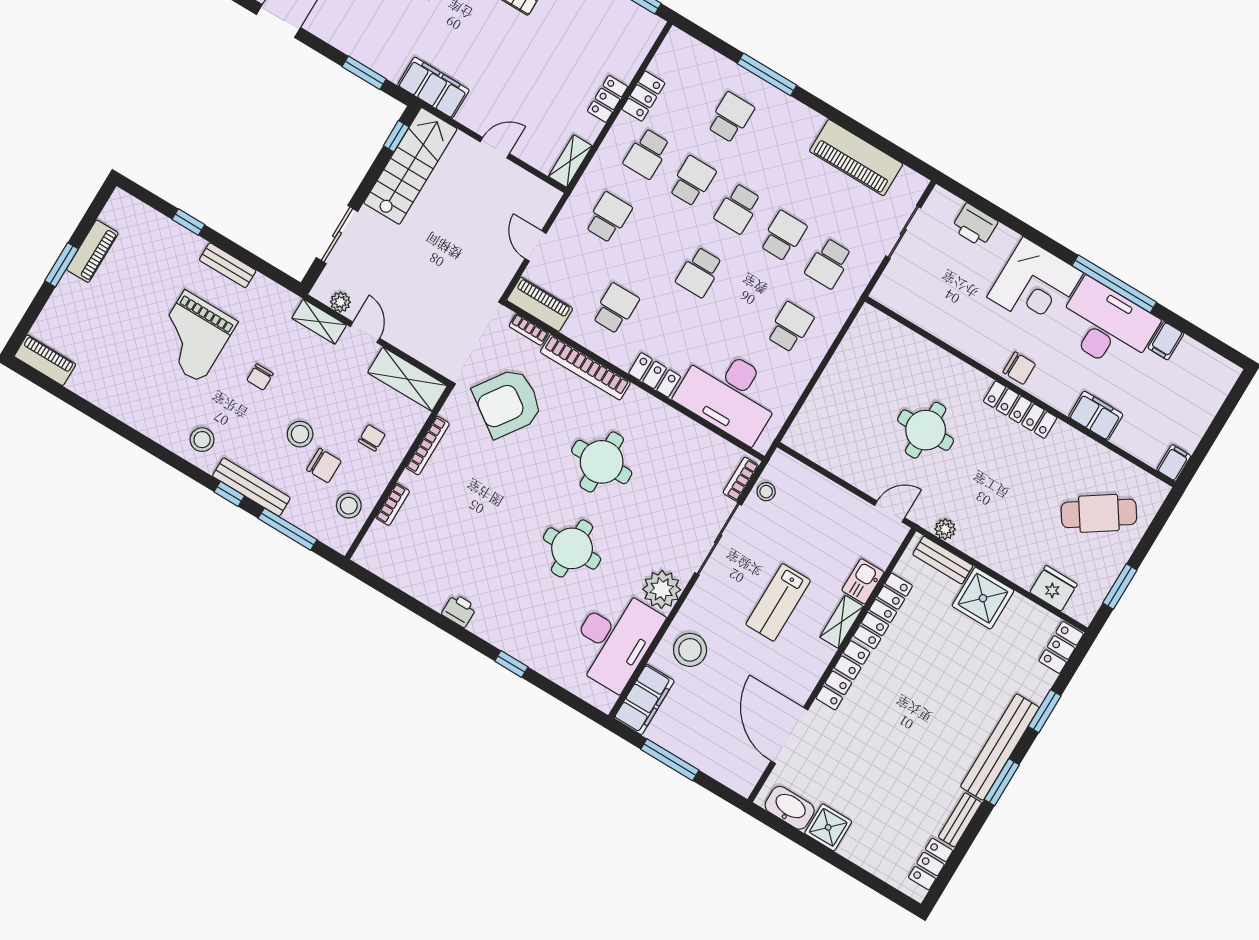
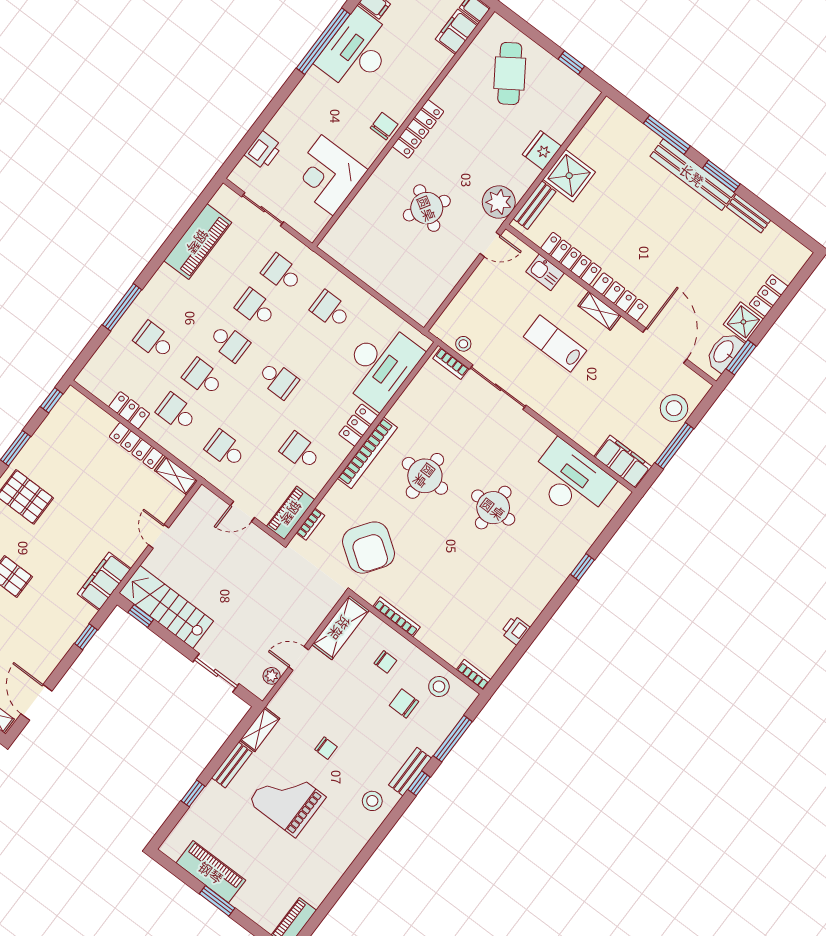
window: (364, 73) -> (86, 637), width x0.67
locker: (608, 99) -> (136, 446), width x1.53
school desk: (647, 154) -> (177, 412), turned 180
piano: (92, 251) -> (211, 872), width x1.37, depth x1.33
school desk: (829, 263) -> (282, 273), turned 180
corner desk: (1035, 285) -> (327, 175), moved, turned 180
shelving: (319, 322) -> (260, 729), moved
grand piano: (193, 336) -> (287, 800), turned 180
bookcase: (585, 367) -> (367, 453), moved
filing cabinet: (1096, 416) -> (457, 32), moved
round table: (926, 430) -> (427, 208), turned 31
stool: (300, 434) -> (376, 720), removed
chair: (372, 438) -> (385, 662), turned 180
chair: (324, 466) -> (404, 703), turned -90
bench: (251, 487) -> (410, 772), width x0.73
bookcase: (393, 504) -> (474, 675), moved
door: (890, 512) -> (490, 245), swing flipped
plant: (945, 529) -> (499, 202), width x1.87, depth x1.87
window: (1120, 586) -> (571, 63), width x0.67
fridge: (1054, 588) -> (542, 150), moved
plant: (662, 589) -> (534, 438), removed
lab bench: (778, 602) -> (555, 344), turned 180
printer: (459, 611) -> (515, 630), moved
shelving: (842, 622) -> (599, 311), moved
locker: (1061, 647) -> (616, 116), removed
stool: (690, 650) -> (674, 408), moved
window: (1045, 711) -> (667, 135), width x1.44
door: (789, 735) -> (665, 346), swing flipped
window: (785, 829) -> (741, 357), added
locker: (931, 864) -> (769, 295), moved, turned 90

